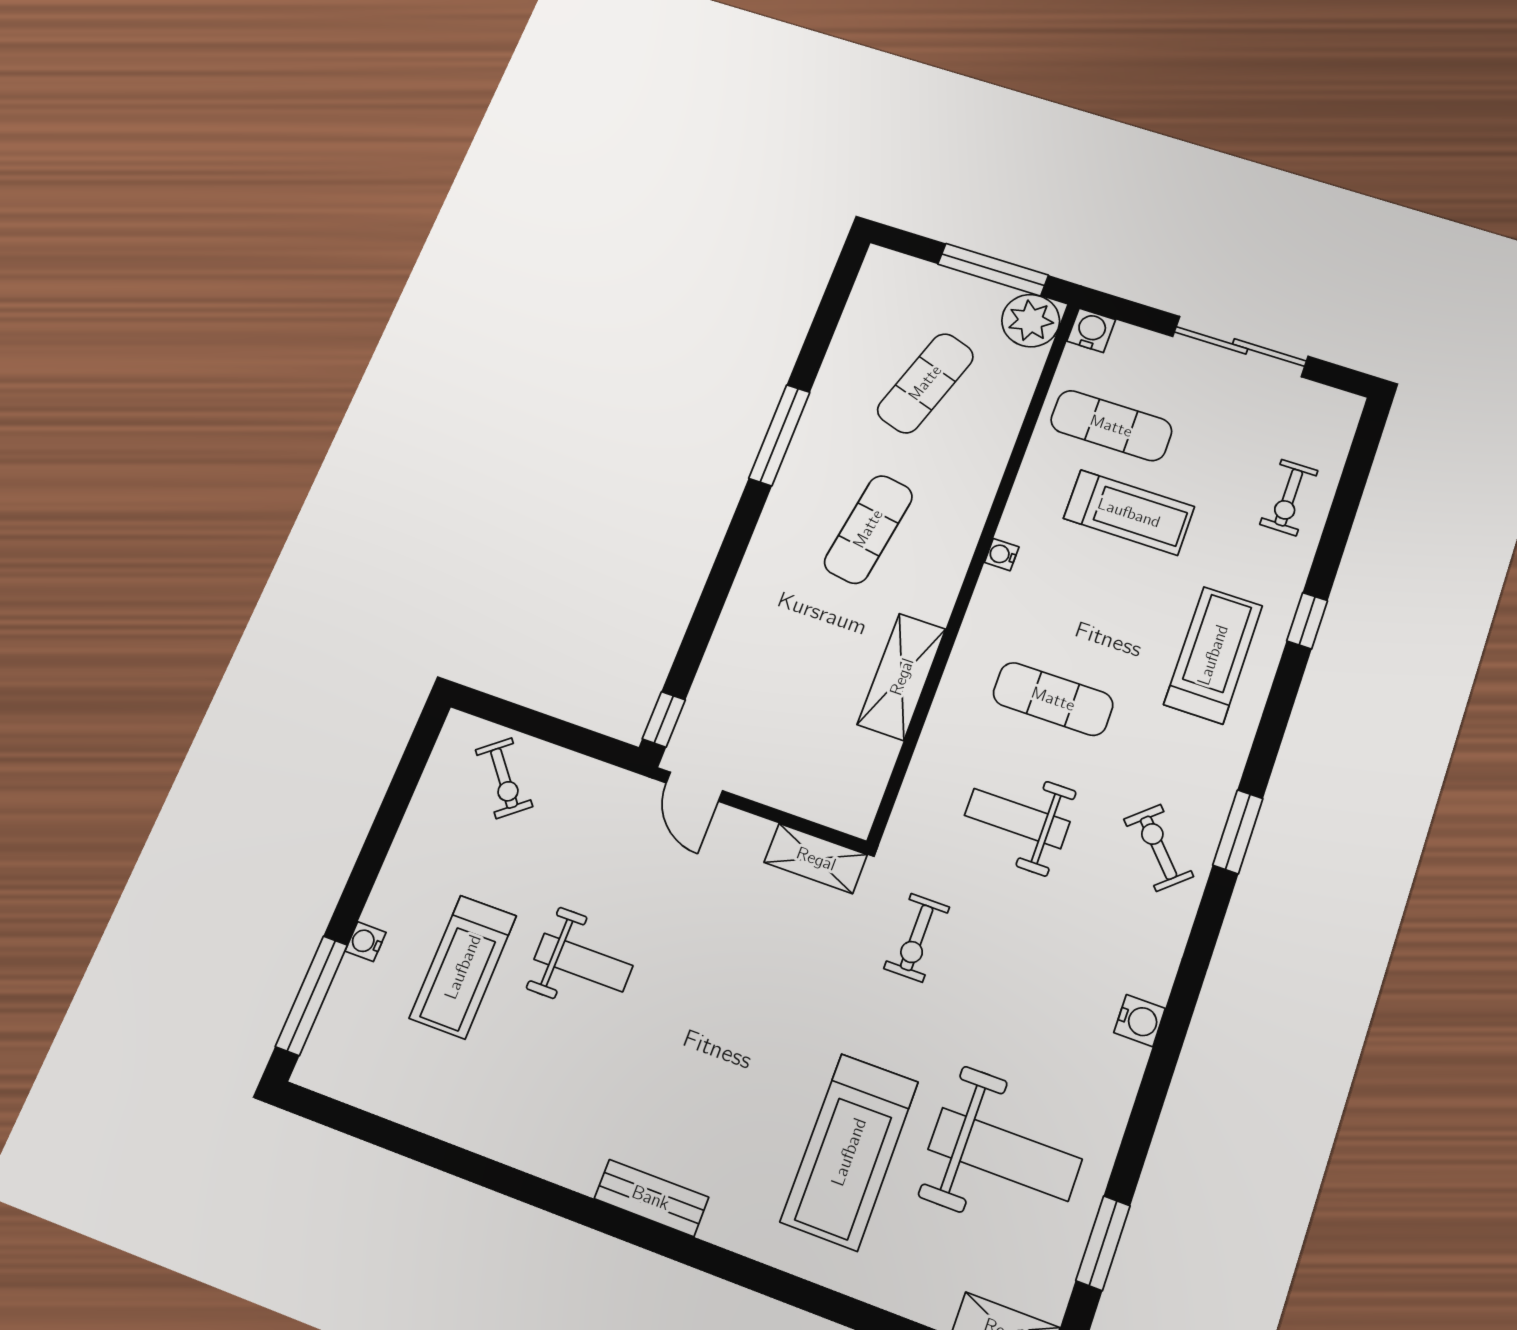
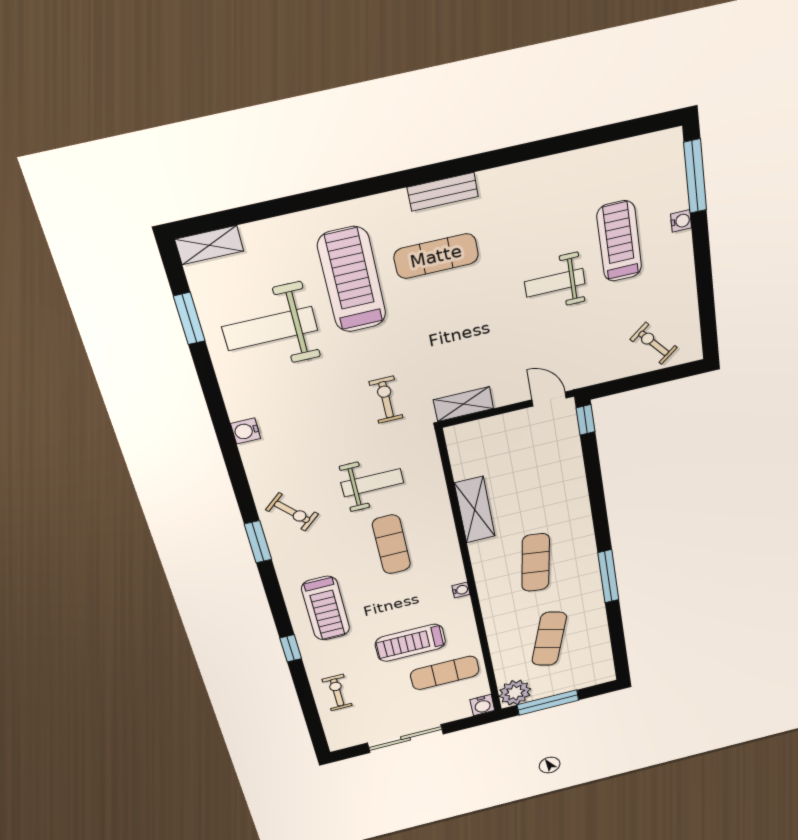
exercise mat: (1053, 699) -> (391, 544), turned 90
exercise mat: (716, 1110) -> (436, 256), added

